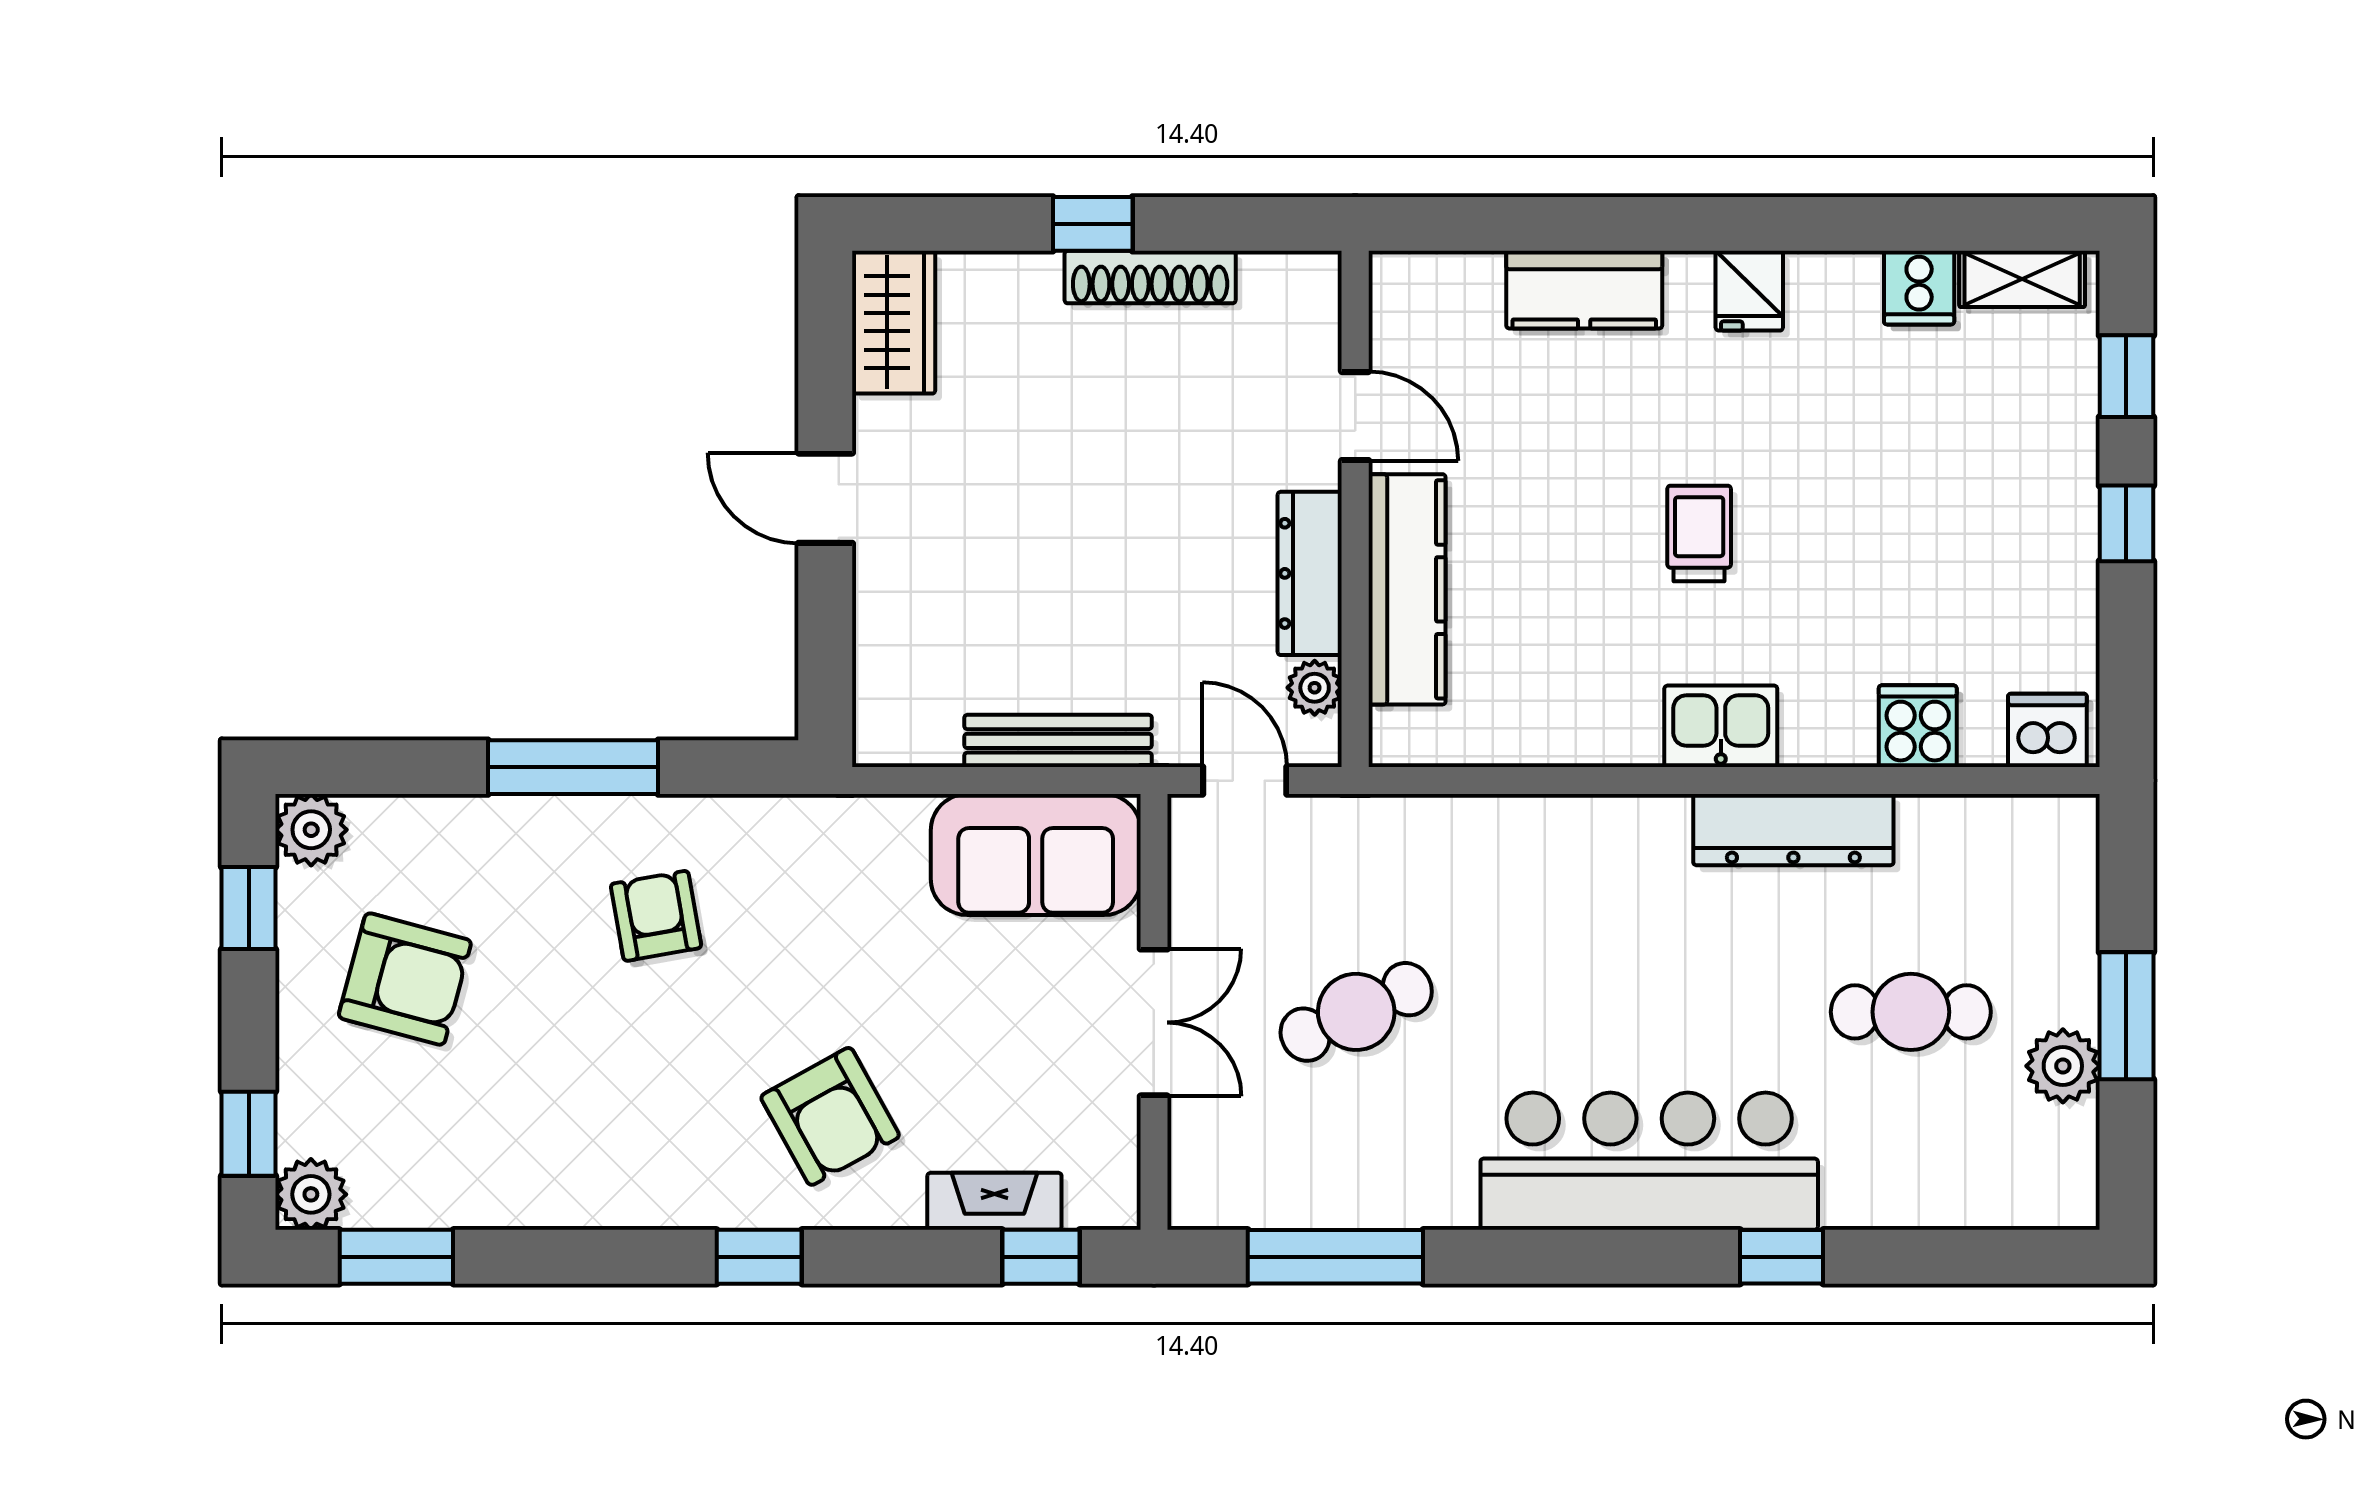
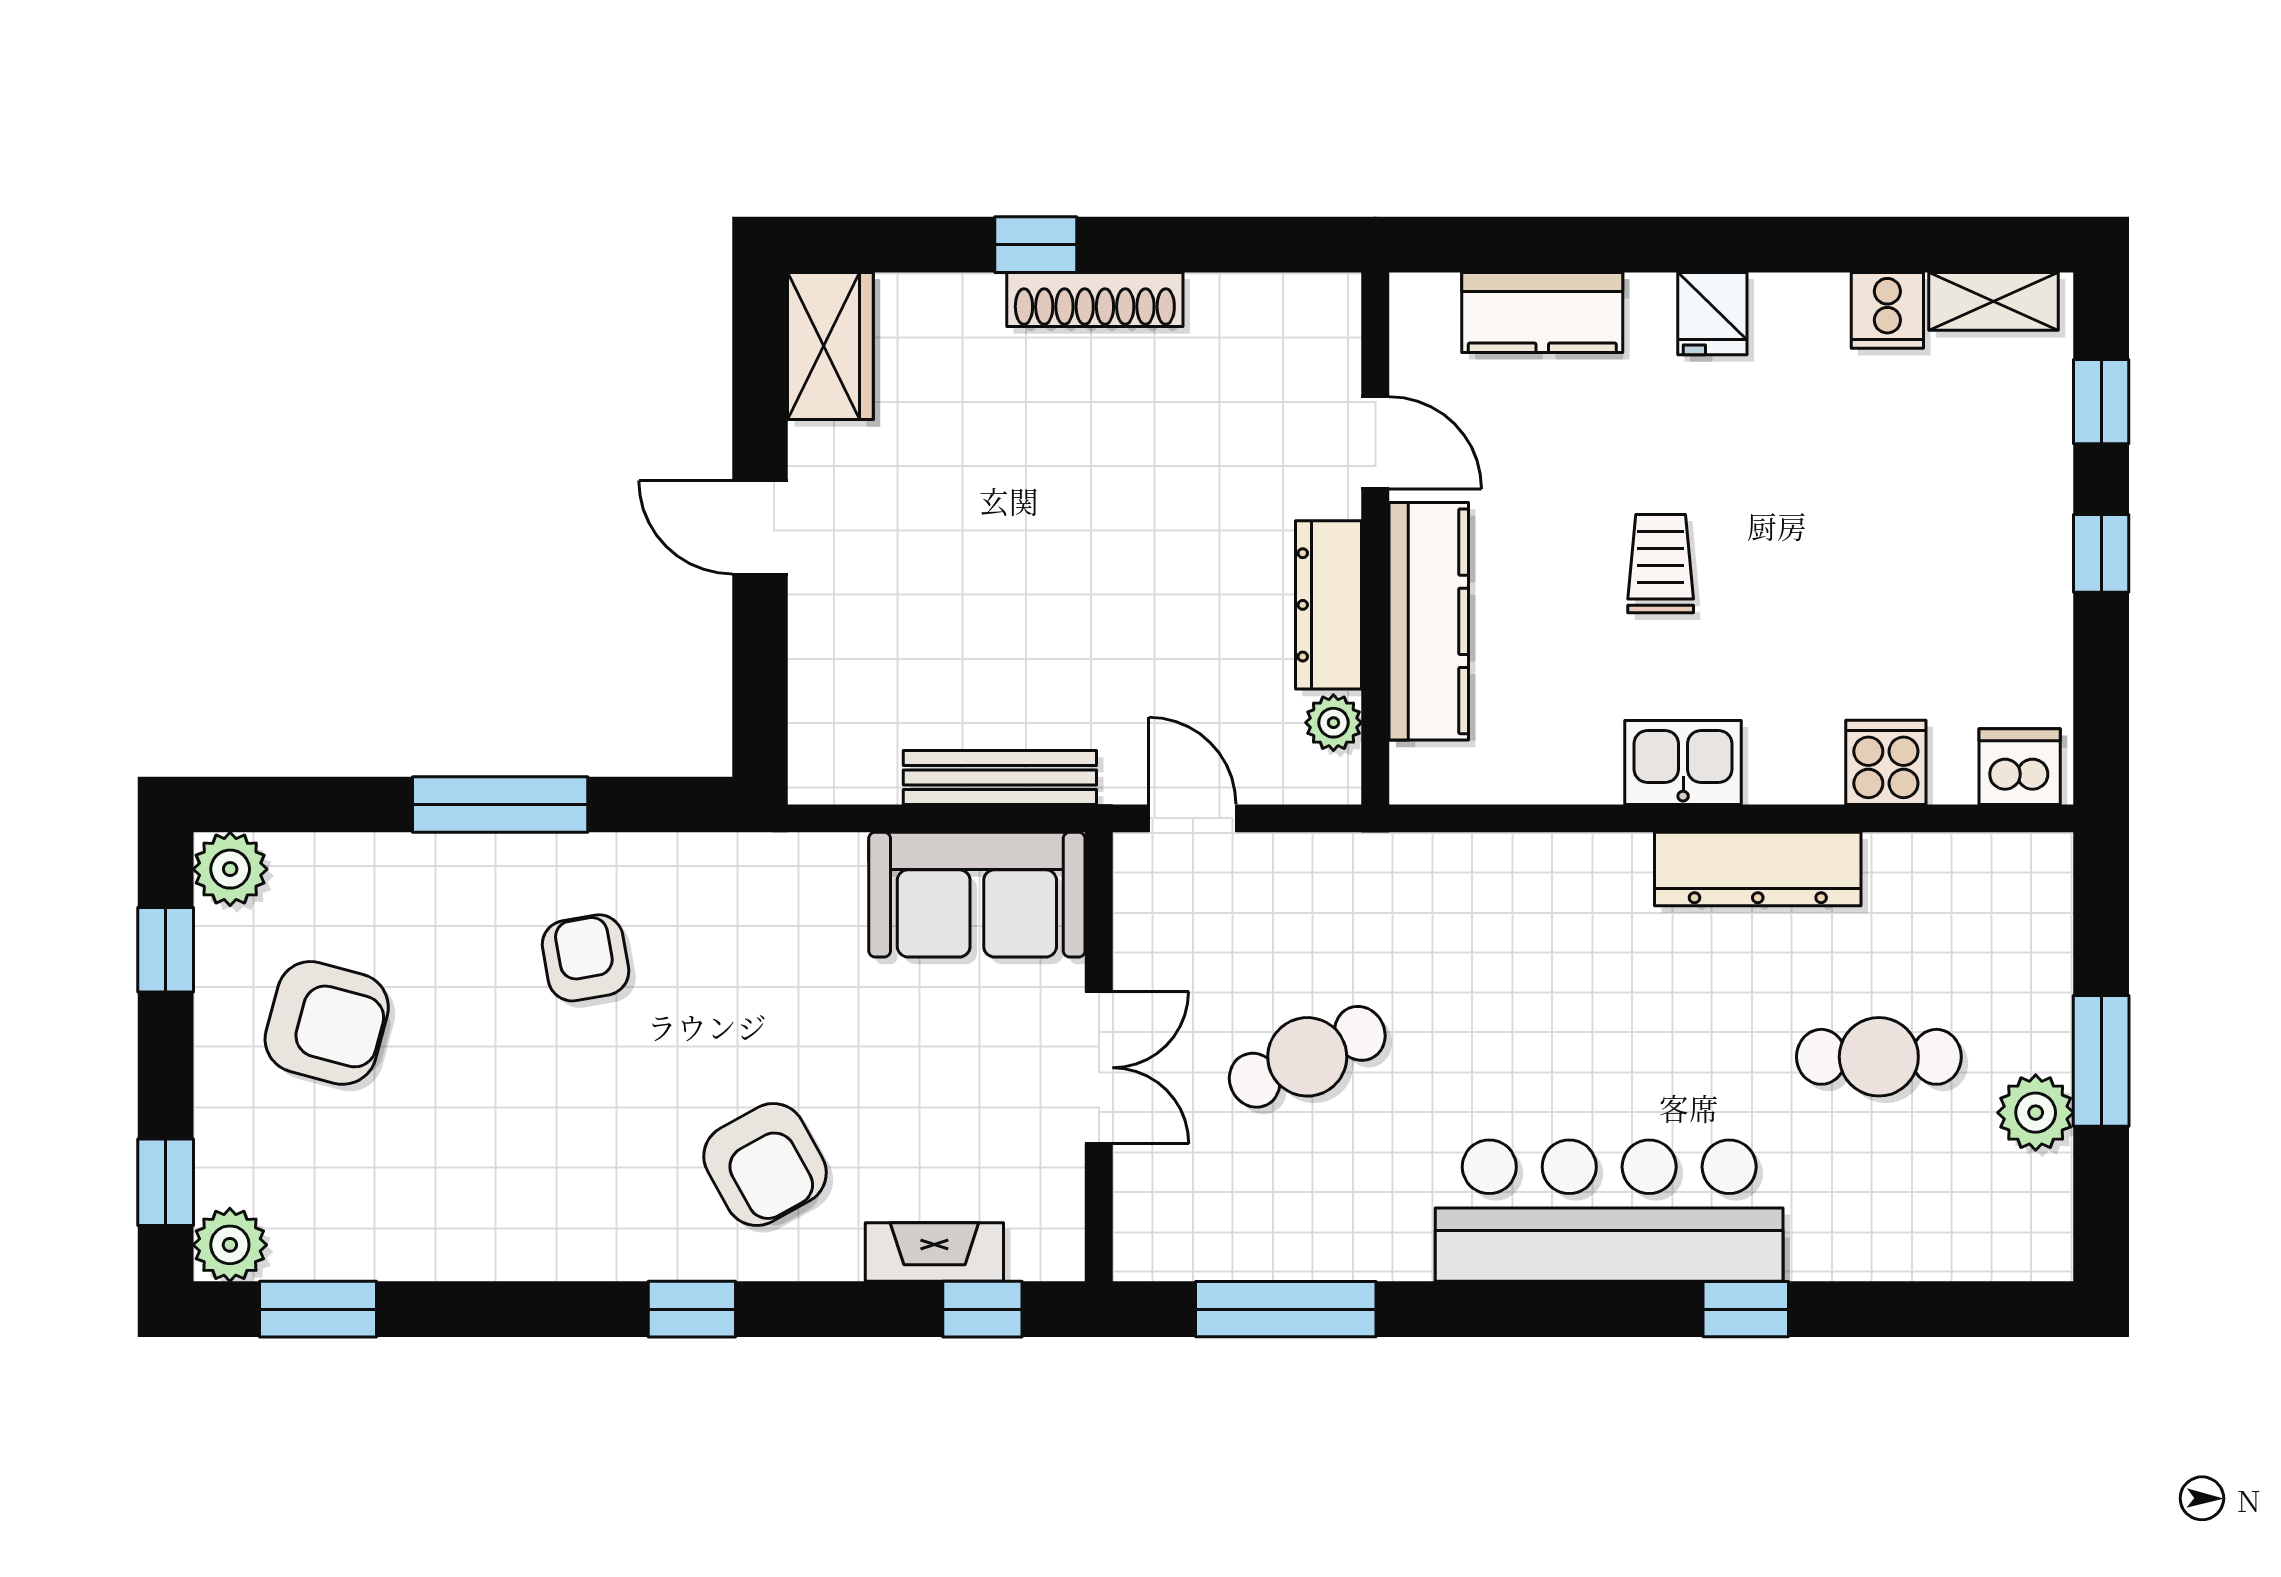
door: (1355, 416) -> (1375, 443), moved
wall: (1355, 509) -> (1375, 538), moved
dresser: (1310, 573) -> (1328, 605), moved
kitchen counter: (1407, 589) -> (1429, 621), moved
plant: (1315, 688) -> (1333, 723), moved

